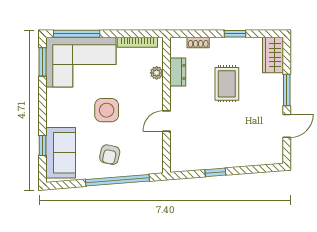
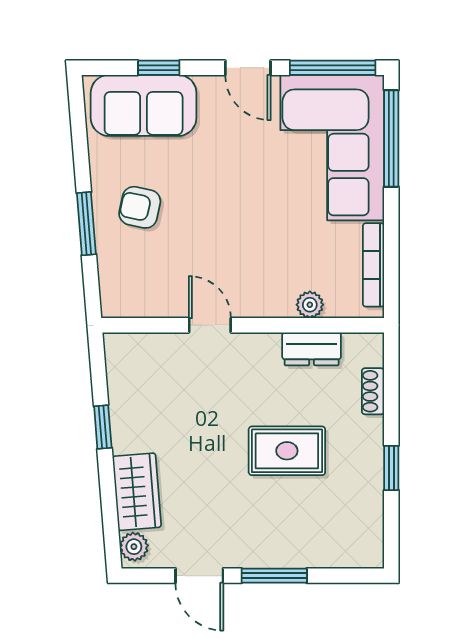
wardrobe: (273, 55) -> (137, 492), moved, turned 85
window: (43, 62) -> (333, 68), width x1.44
door: (43, 103) -> (248, 68), added
side table: (107, 110) -> (232, 201), removed
plant: (273, 157) -> (134, 547), added
window: (118, 180) -> (86, 224), width x0.47

